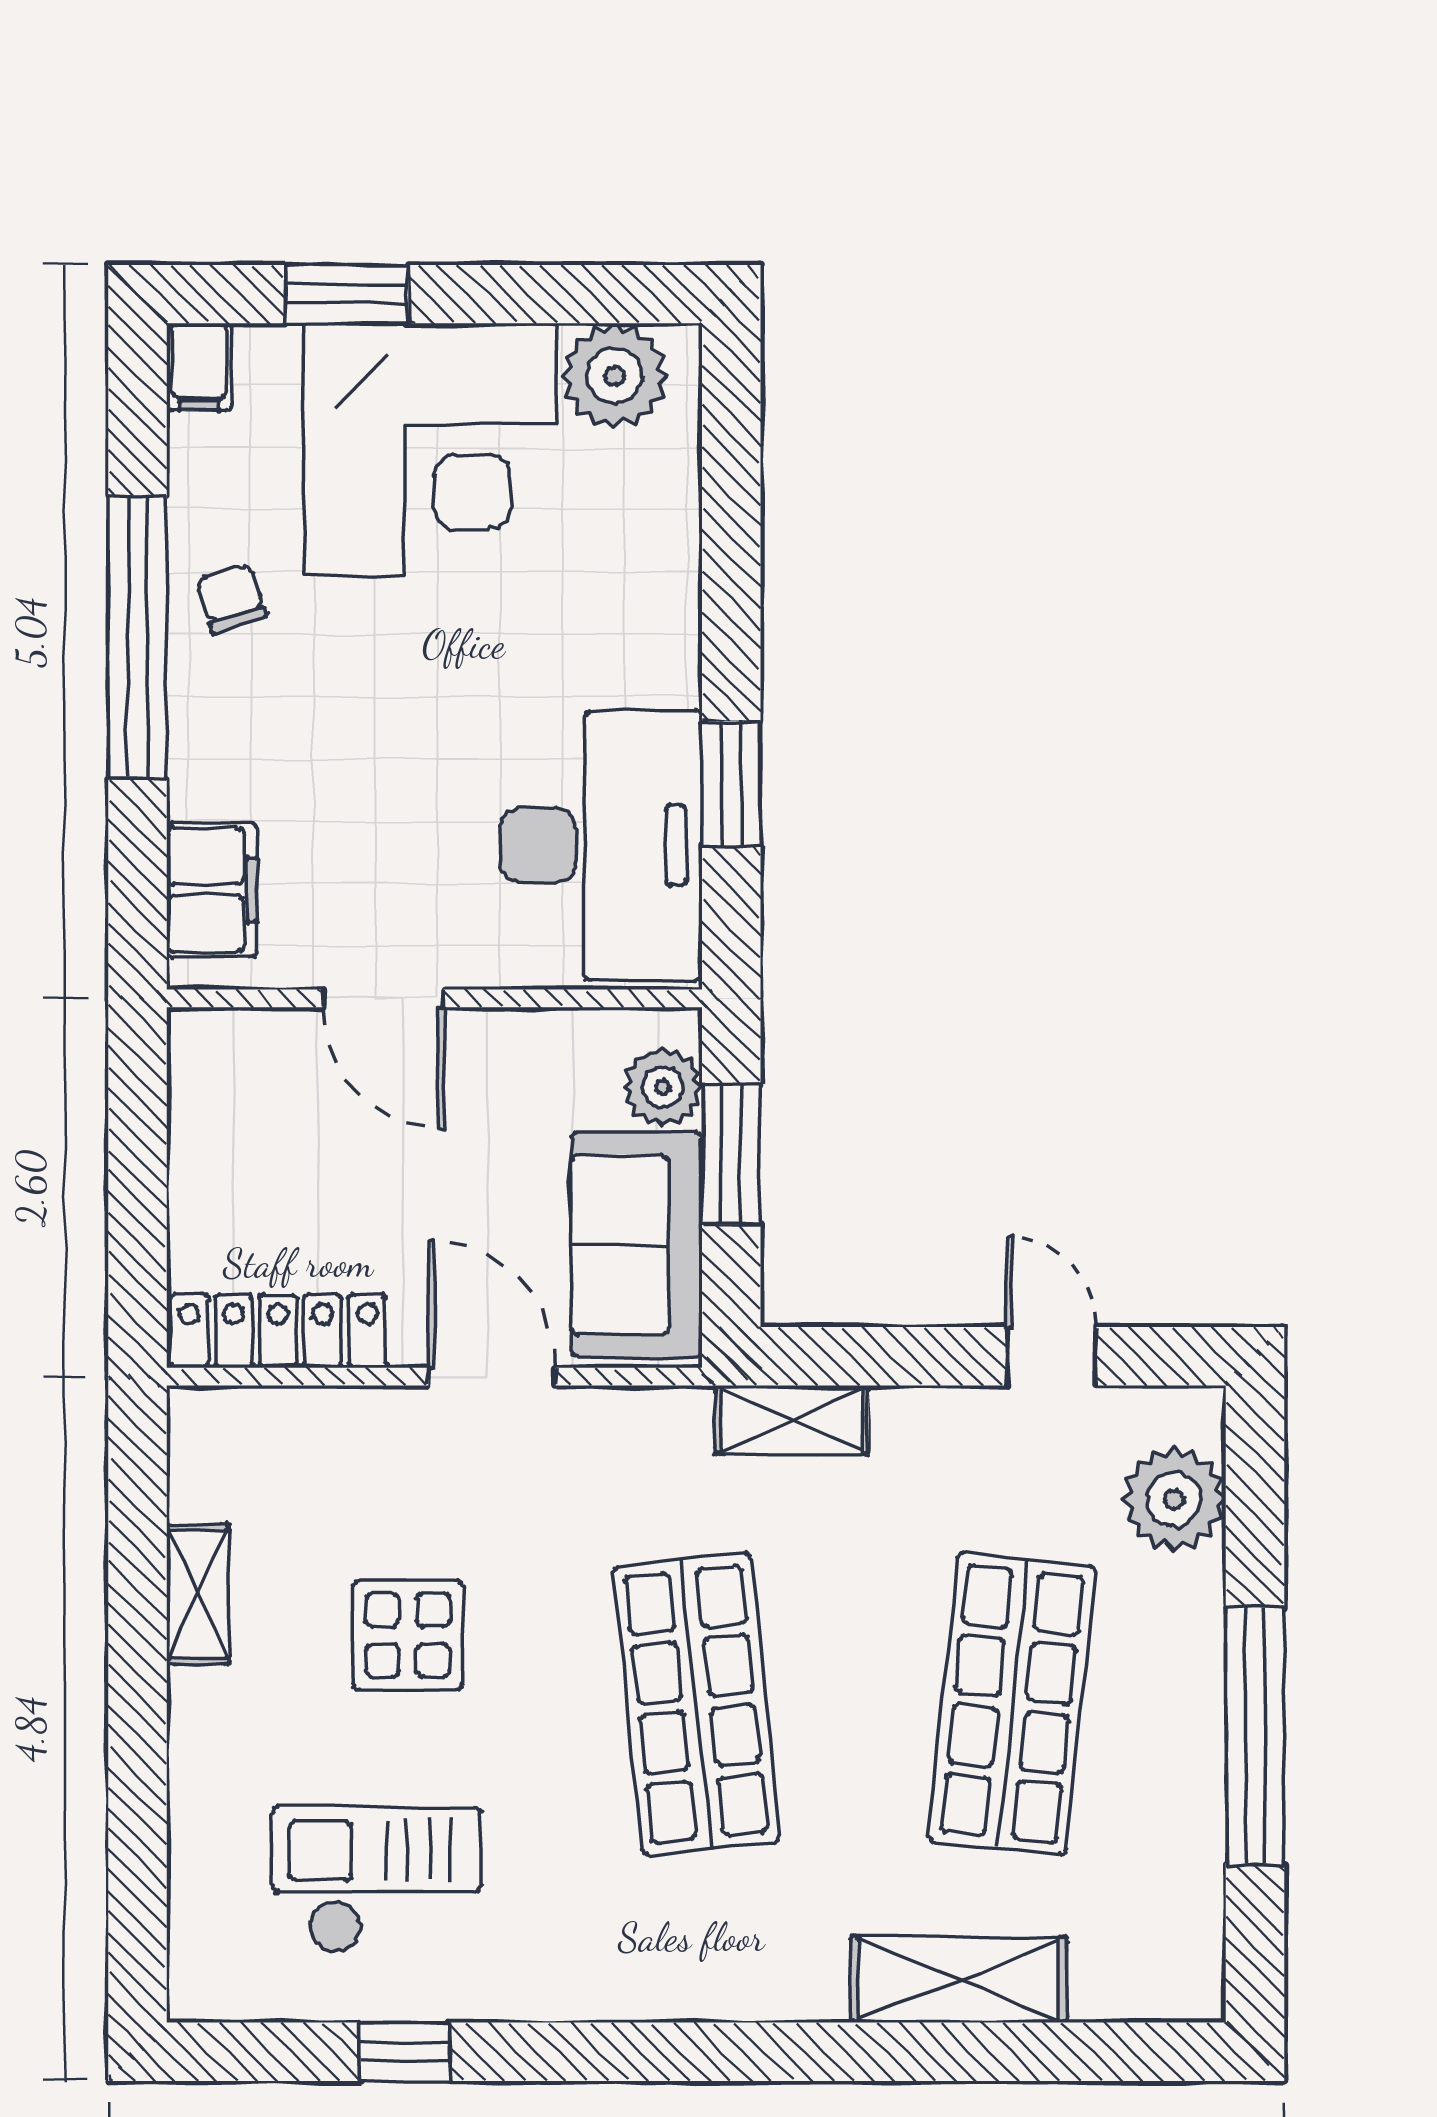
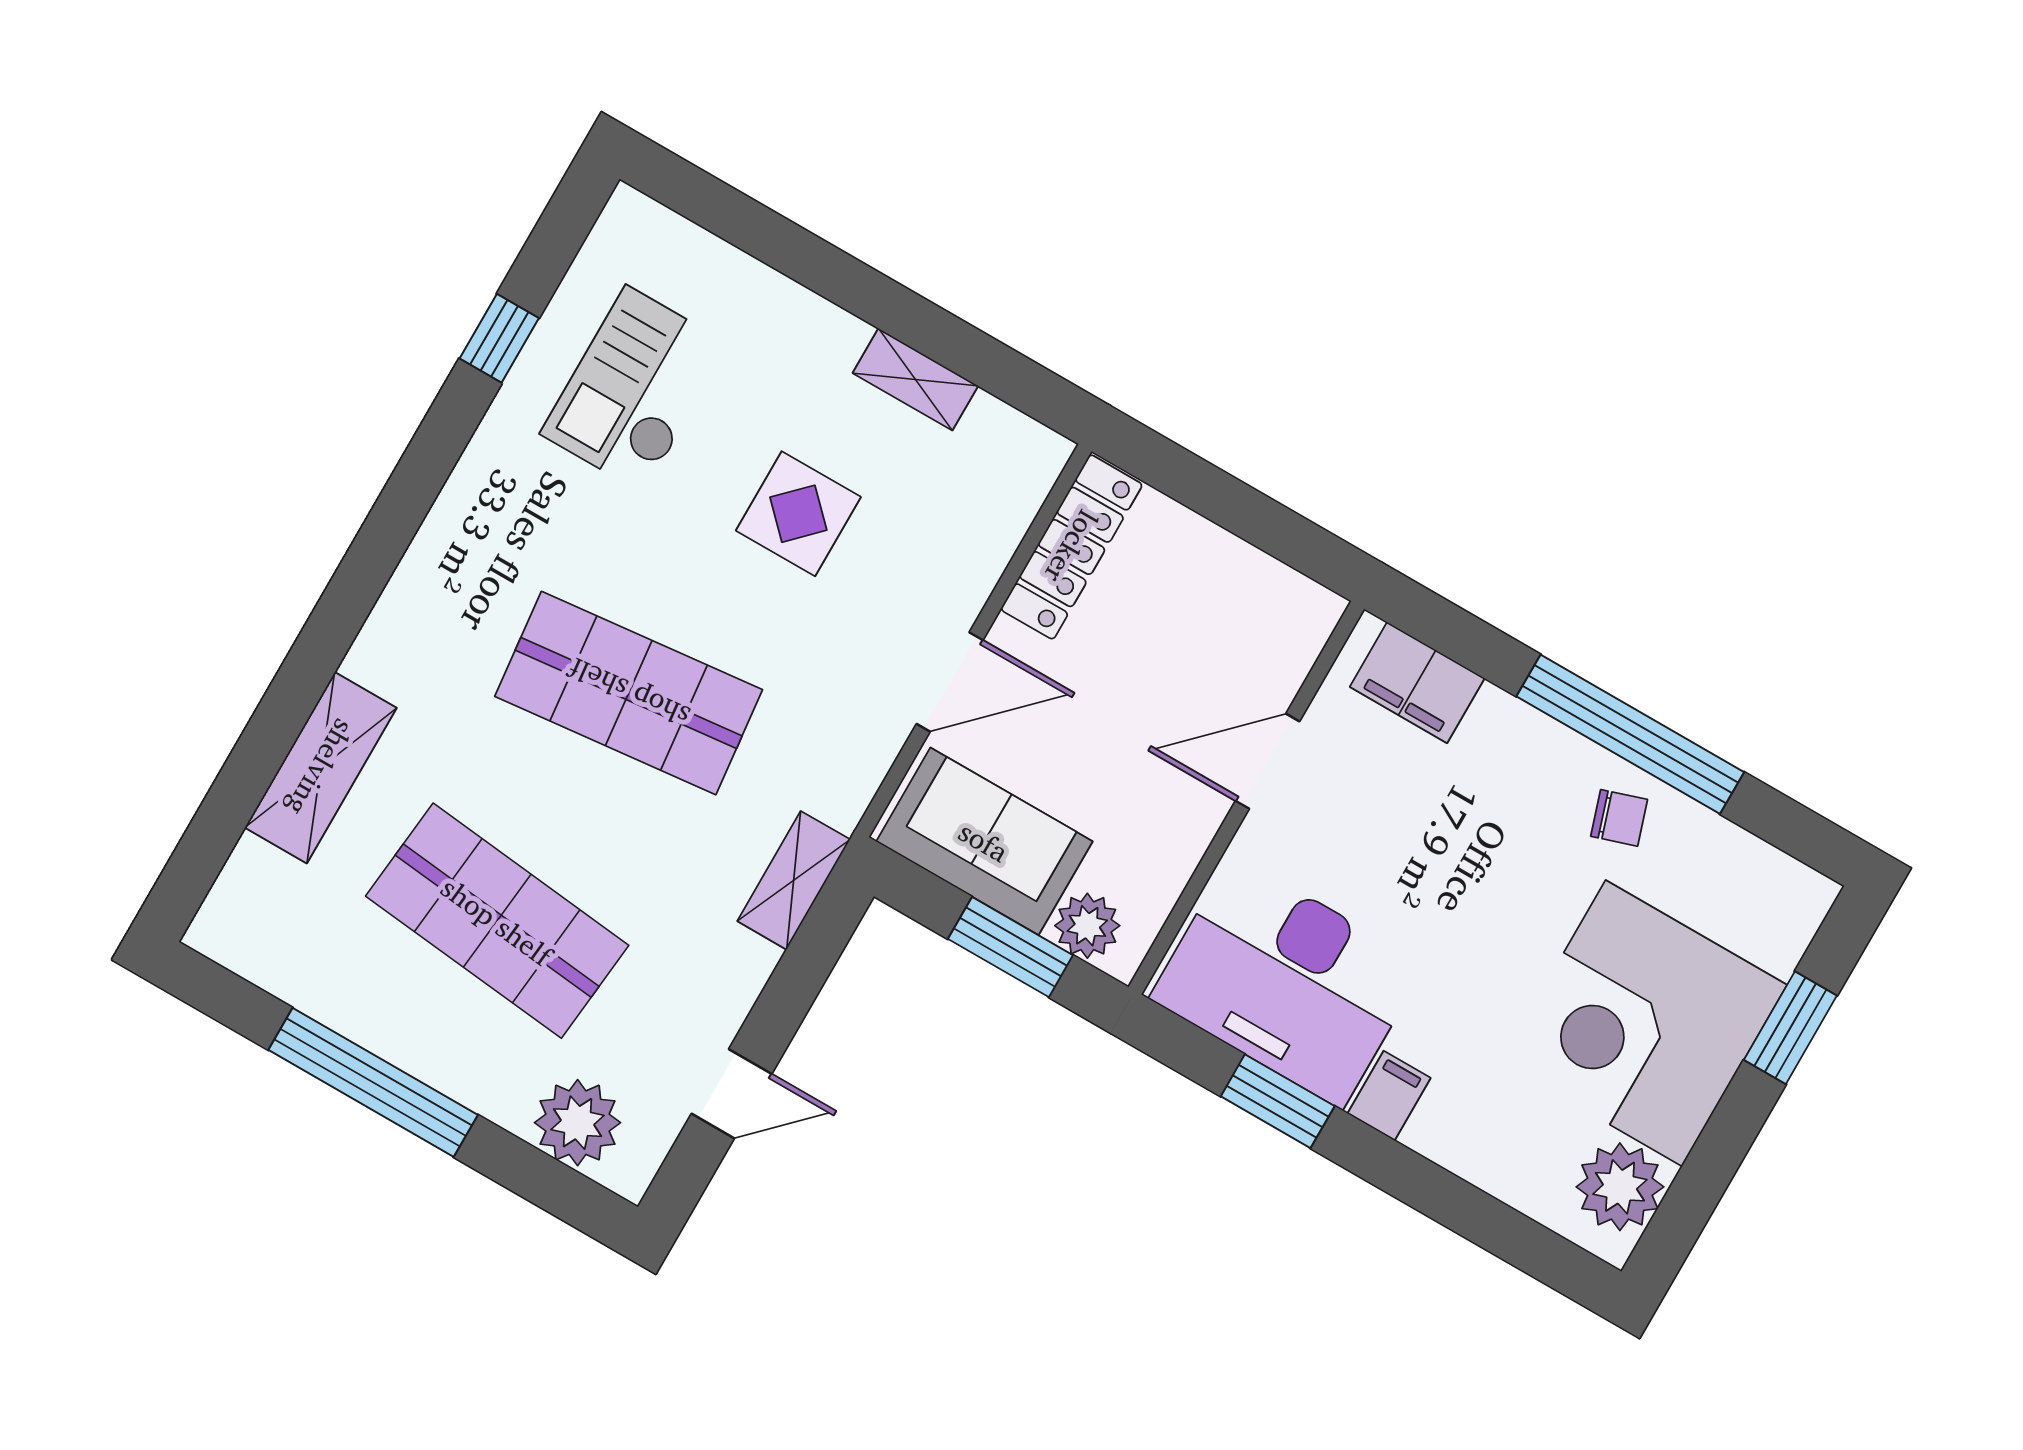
filing cabinet: (199, 367) -> (1389, 1096), moved, turned 90
checkout: (377, 1880) -> (635, 389), turned 180

